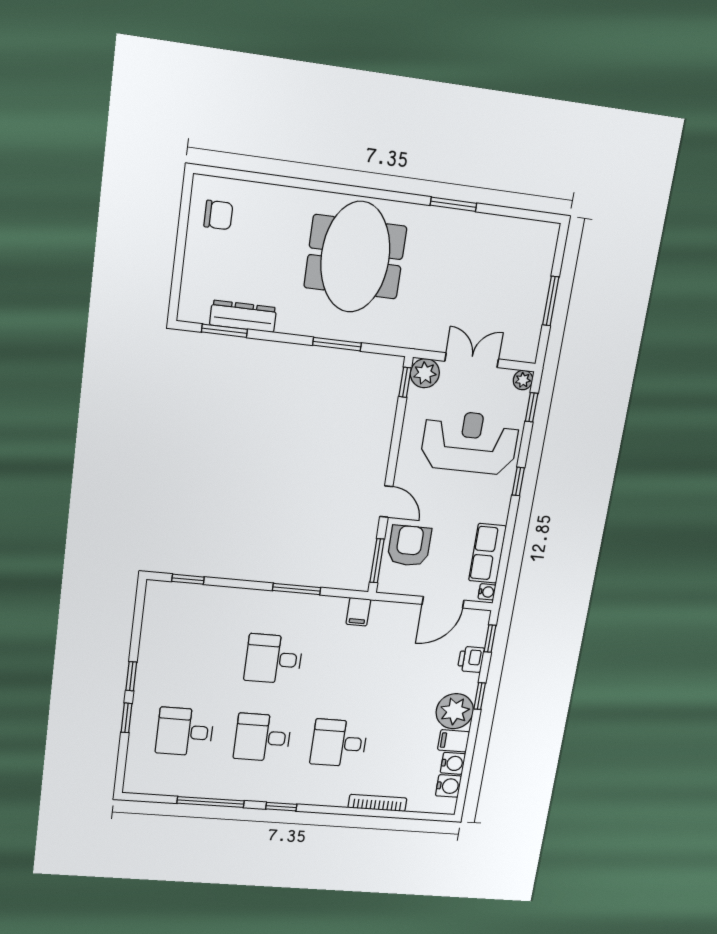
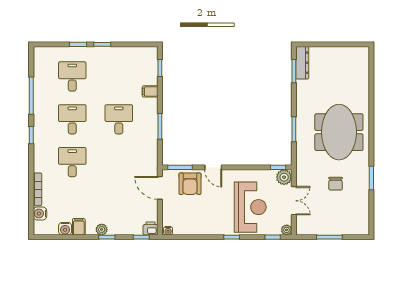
chair: (218, 215) -> (336, 184), moved
meeting table: (355, 257) -> (339, 132), turned 90
dresser: (243, 316) -> (302, 63), moved
door: (386, 502) -> (213, 167), hinge flipped
armchair: (409, 546) -> (190, 184), turned 90
row of seats: (487, 553) -> (190, 227), removed
door: (443, 602) -> (160, 188), moved
filing cabinet: (358, 612) -> (150, 91), moved
printer: (471, 659) -> (151, 228), moved
plant: (455, 711) -> (102, 229), width x0.53, depth x0.53
water cooler: (449, 786) -> (40, 213), moved, turned 90

